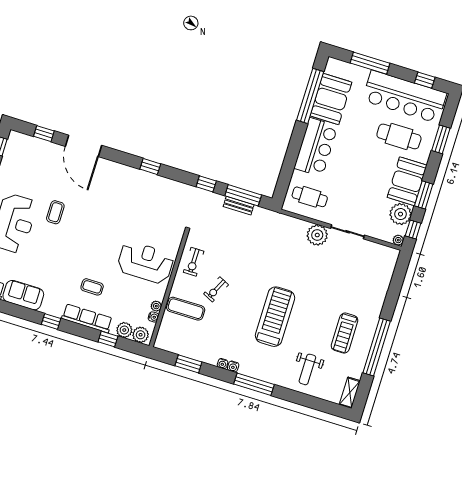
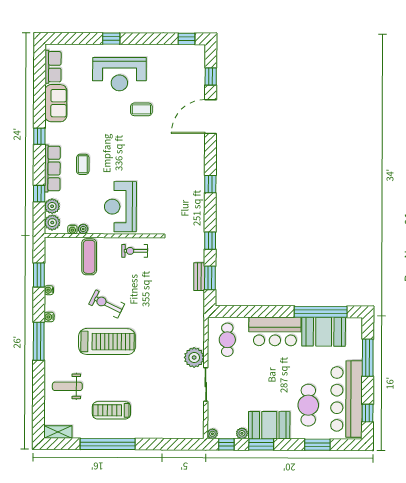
window: (243, 195) -> (210, 278), width x0.69
plant: (401, 214) -> (242, 433), width x0.53, depth x0.53
reception desk: (145, 262) -> (120, 207), turned 180
exercise bike: (216, 289) -> (107, 304), moved, width x1.38, depth x1.39
water cooler: (223, 364) -> (49, 290), moved

